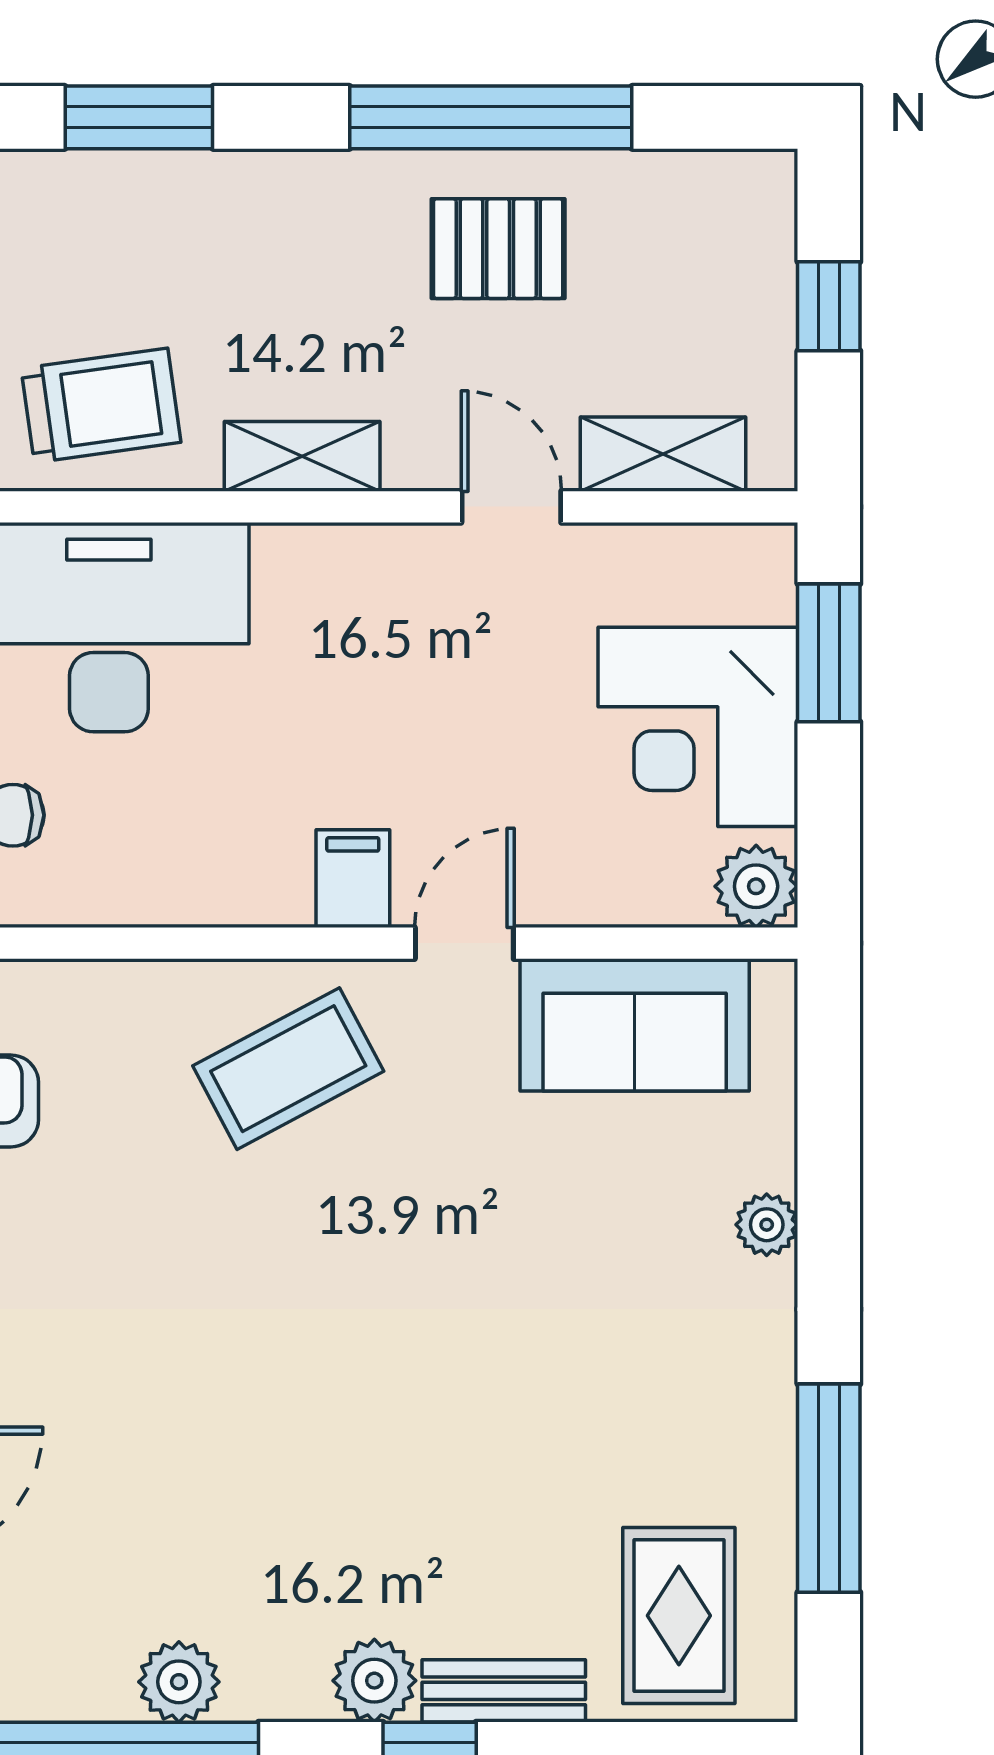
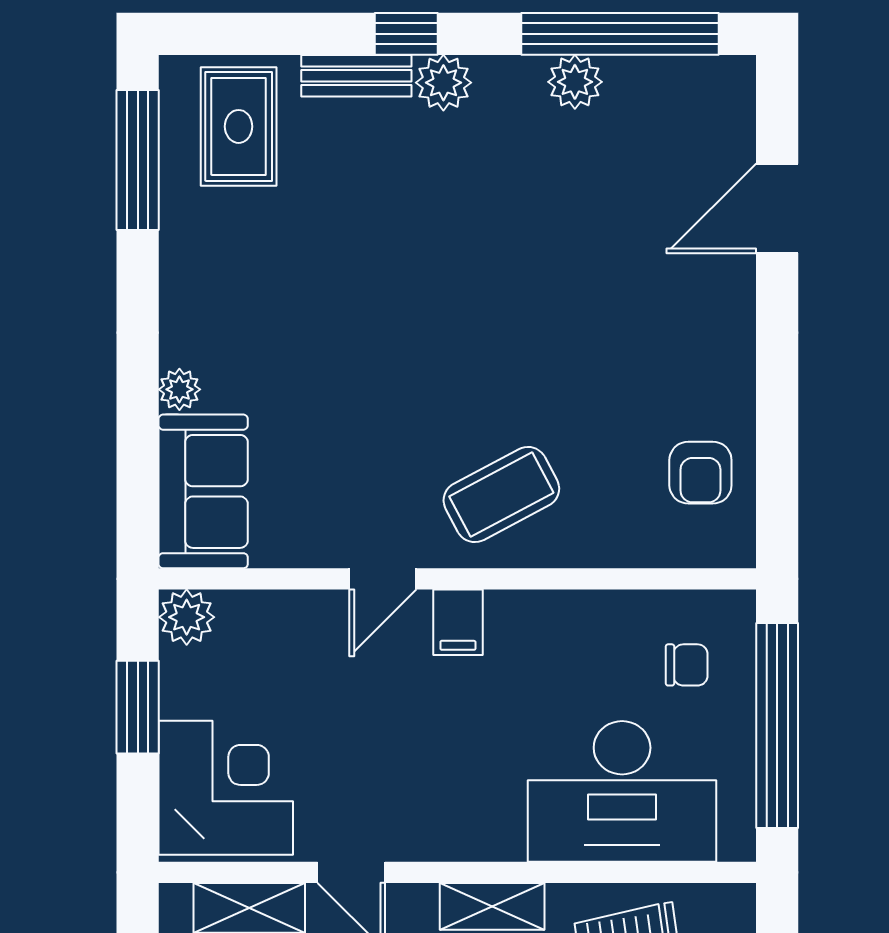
window: (829, 653) -> (138, 707), moved
corner desk: (698, 727) -> (226, 788), moved
sofa: (635, 1025) -> (203, 491), moved, turned 90
window: (829, 1488) -> (138, 160), moved

